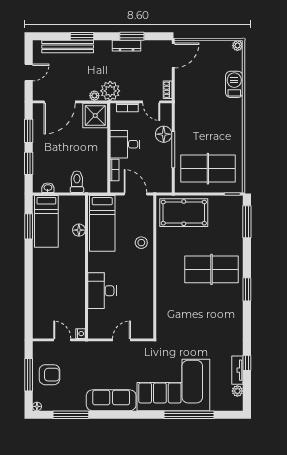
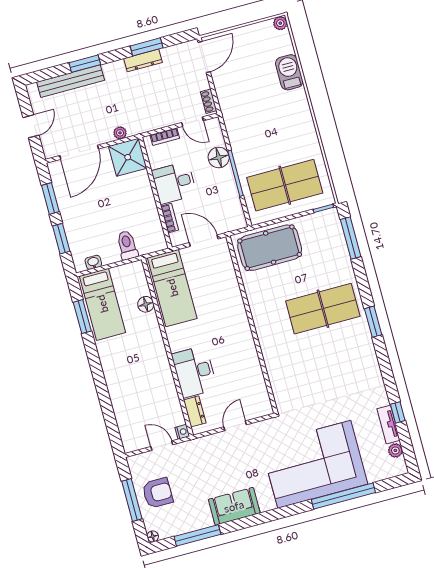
plant: (110, 91) -> (138, 122), removed
stool: (141, 243) -> (227, 299), removed
dresser: (94, 321) -> (195, 411), added
sofa: (111, 400) -> (234, 506), width x0.73

